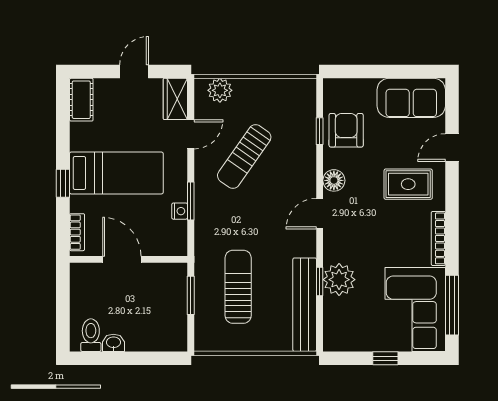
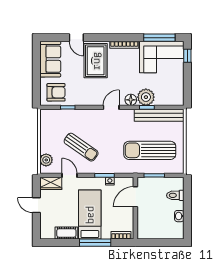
cot: (81, 100) -> (66, 233), moved
armchair: (346, 130) -> (56, 92), moved, turned 180
floor lamp: (334, 180) -> (131, 100), moved
window: (63, 183) -> (95, 243), width x2.17
rug: (408, 184) -> (96, 61), width x1.36, depth x1.43
door: (320, 214) -> (111, 107), swing flipped
door: (122, 259) -> (135, 197), moved
sun lounger: (238, 287) -> (150, 150), width x1.36, depth x1.34
toilet: (91, 335) -> (175, 195), moved
window: (385, 358) -> (187, 56), moved

